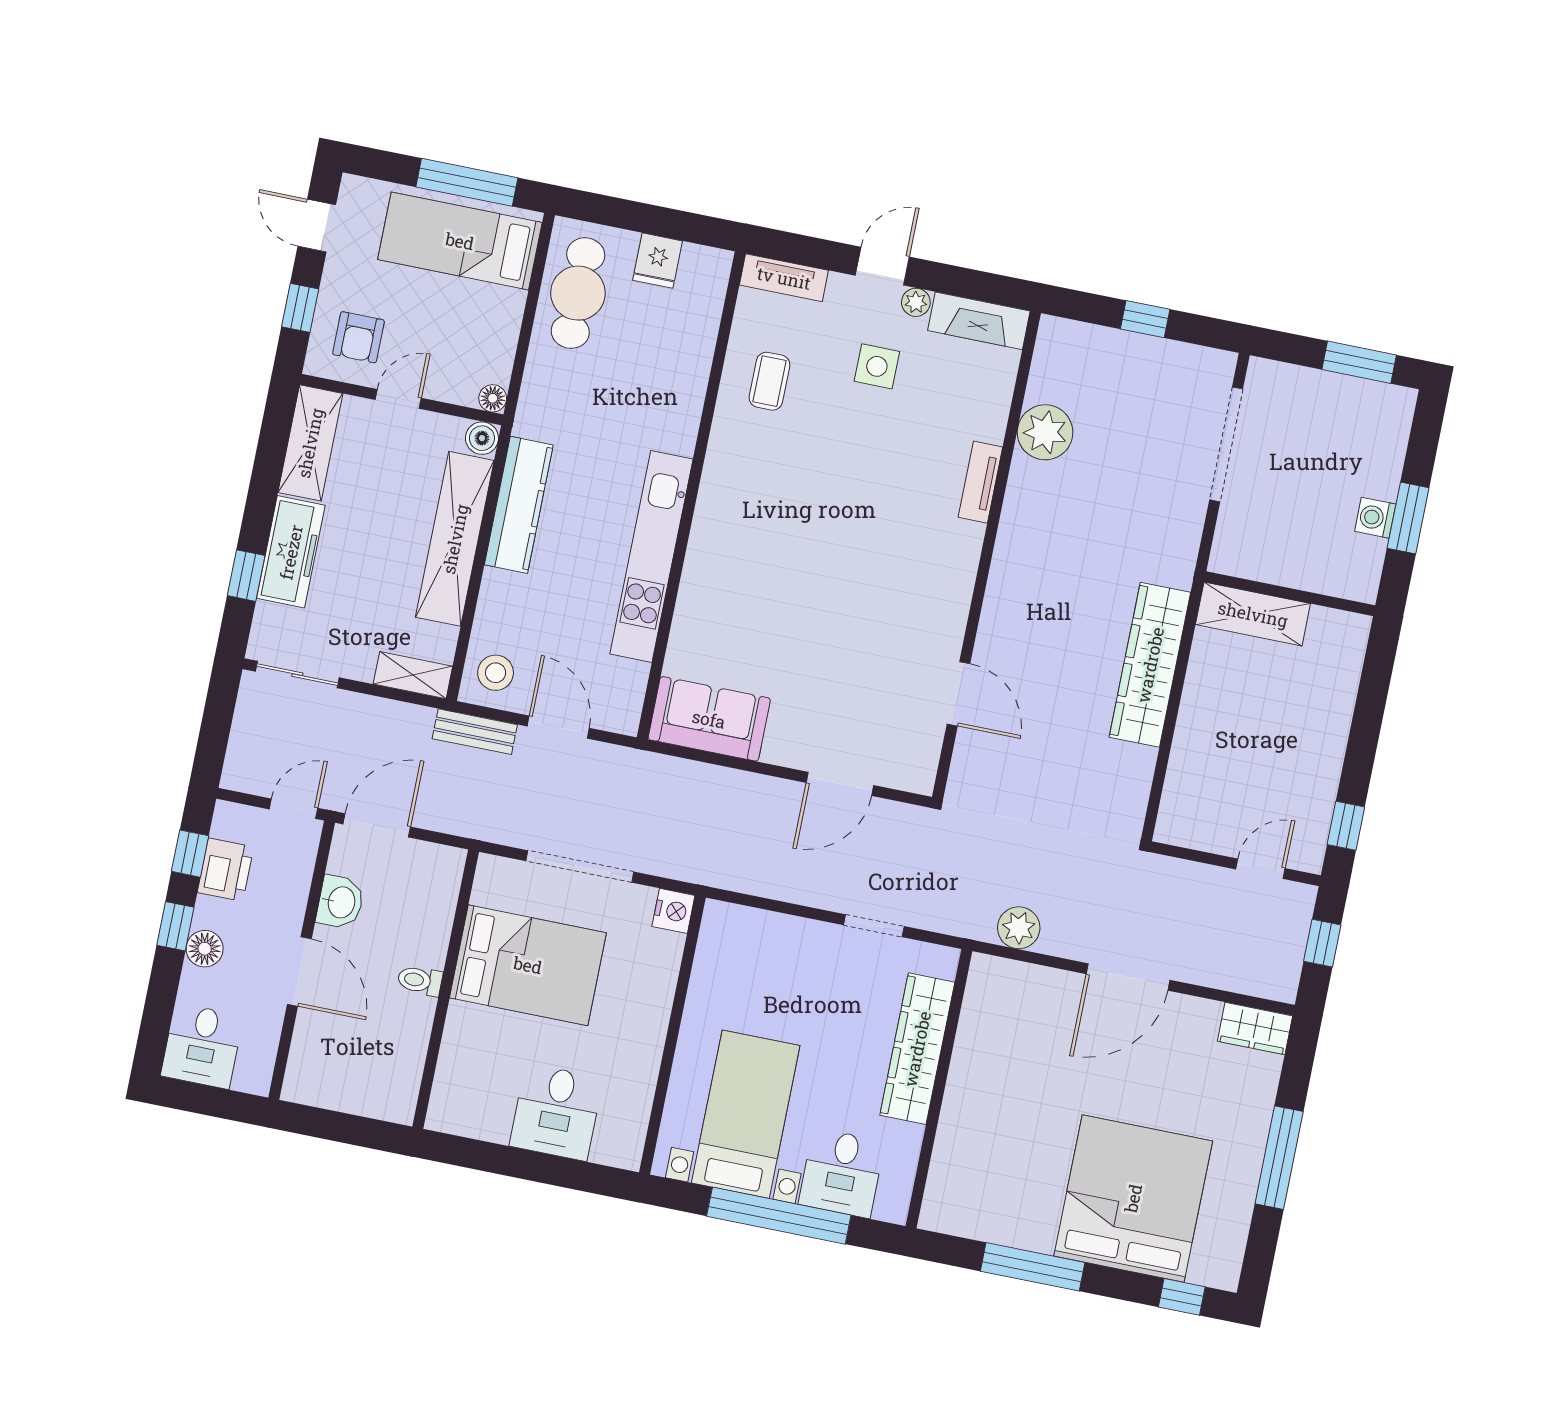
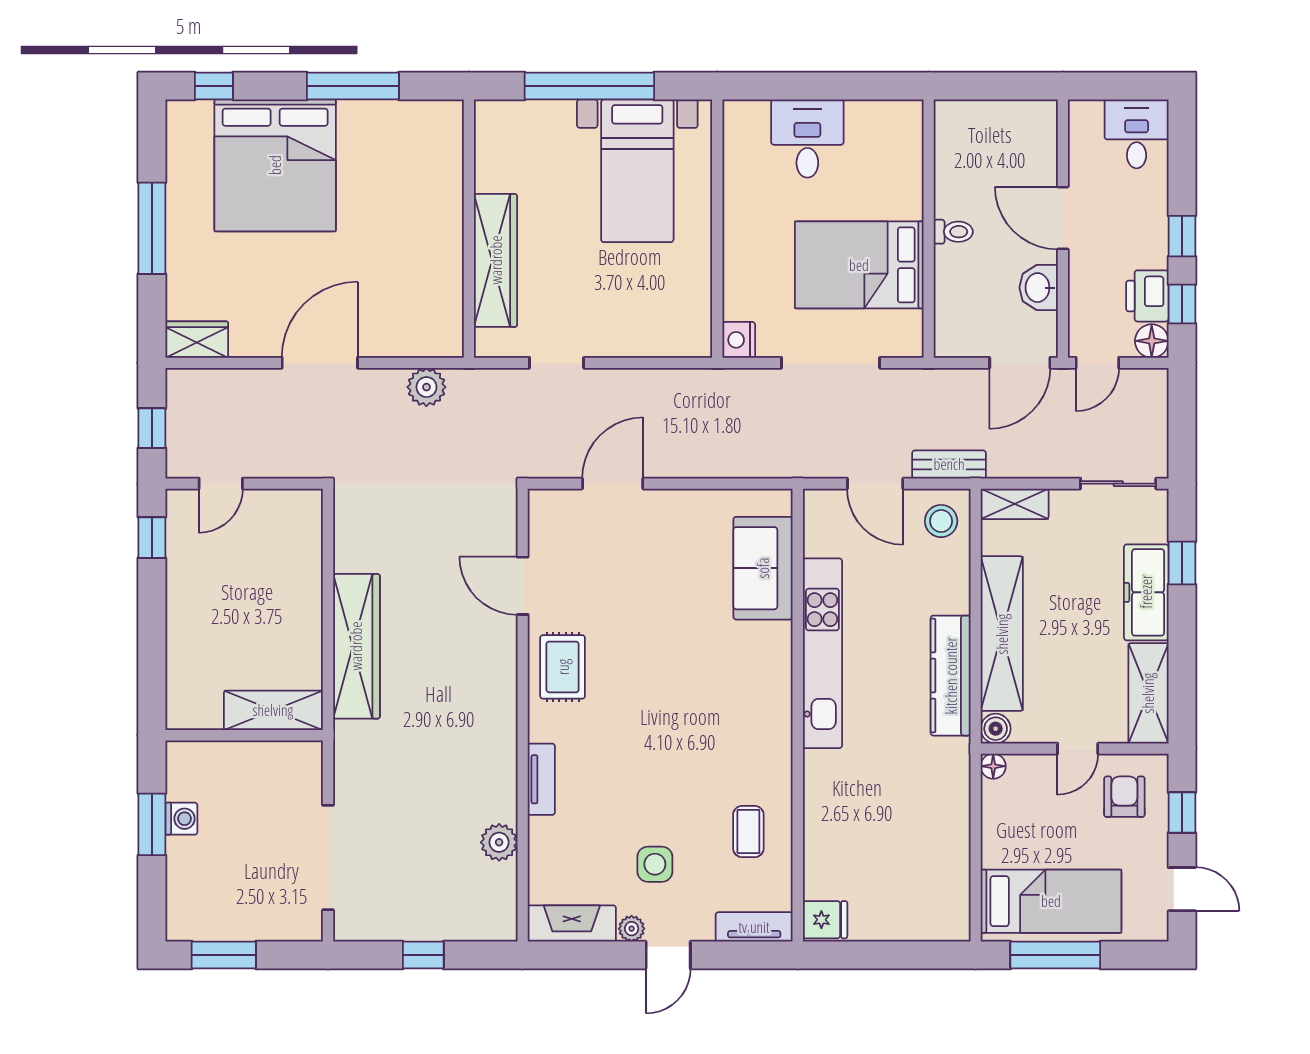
fridge: (658, 261) -> (825, 920), moved, turned 90
cafe table: (578, 293) -> (936, 876), removed
plant: (1045, 432) -> (499, 842), width x0.73, depth x0.73
rug: (933, 598) -> (563, 667), added
sofa: (709, 719) -> (763, 568), moved, turned 90
floor lamp: (205, 949) -> (1152, 341), moved
desk: (842, 1173) -> (541, 136), removed

